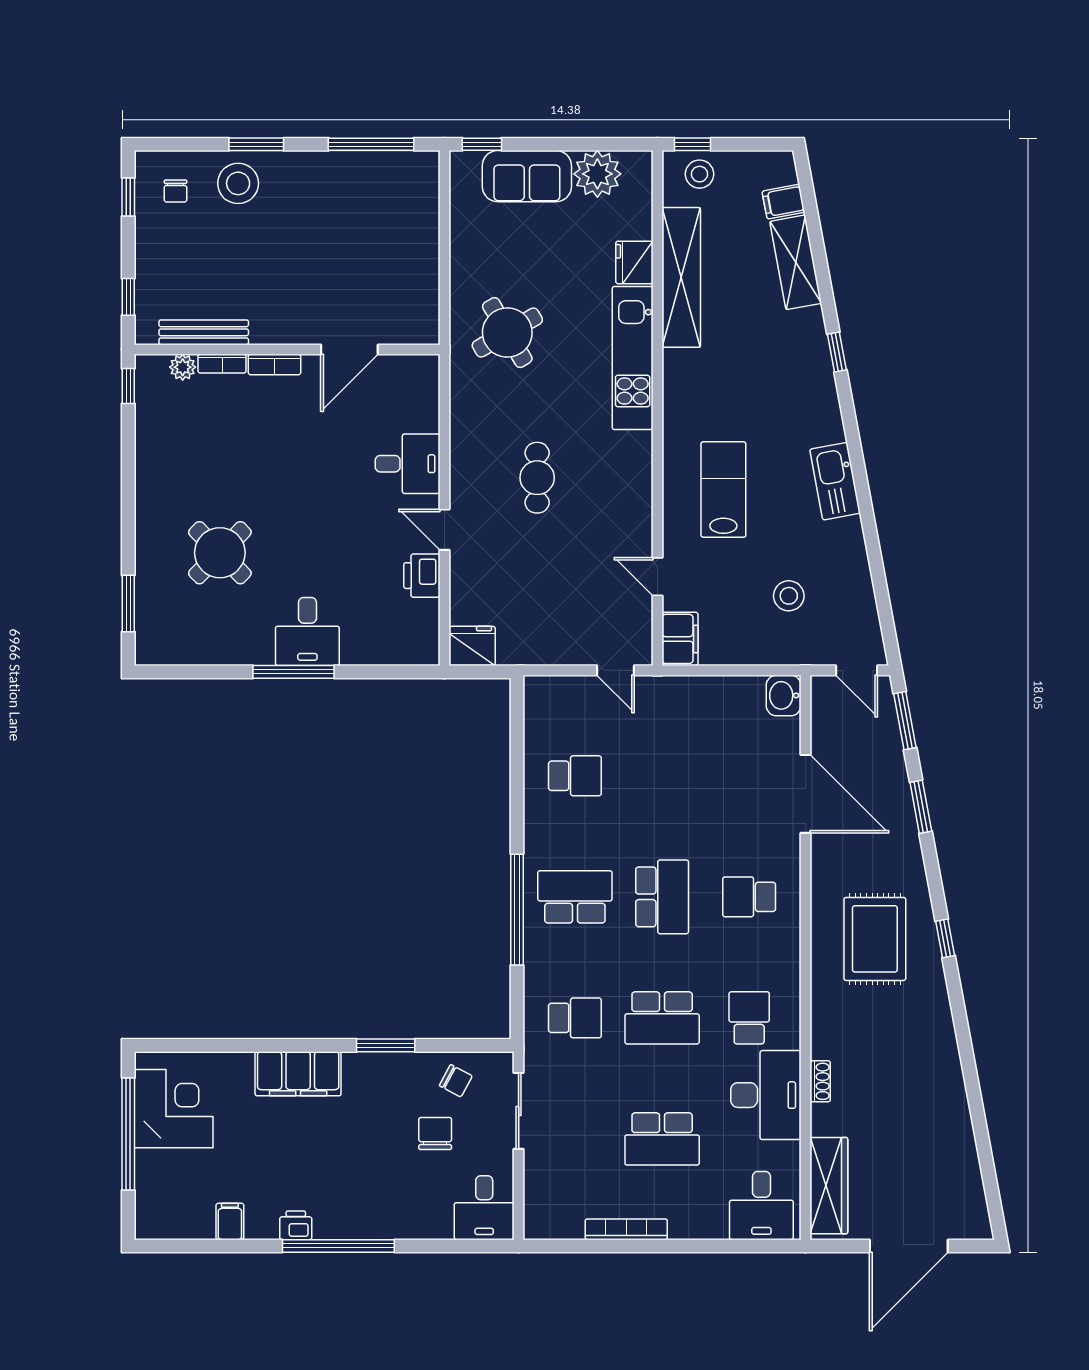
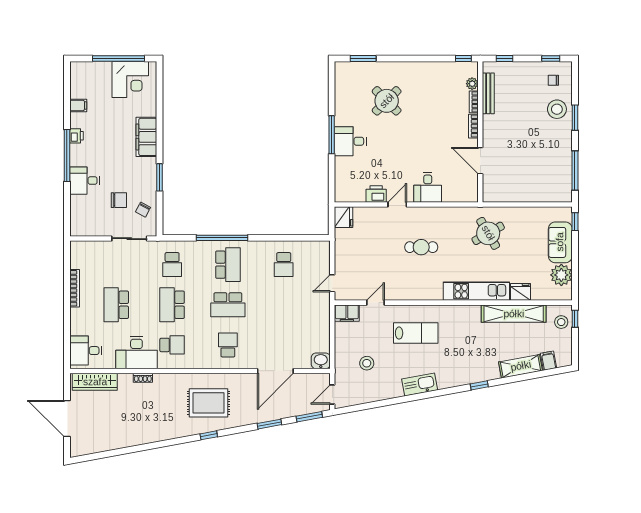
desk: (484, 1208) -> (85, 181), moved

